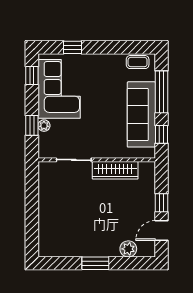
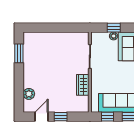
wardrobe: (115, 170) -> (83, 85), width x0.67
door: (161, 231) -> (41, 117), hinge flipped
window: (95, 263) -> (19, 53), moved

